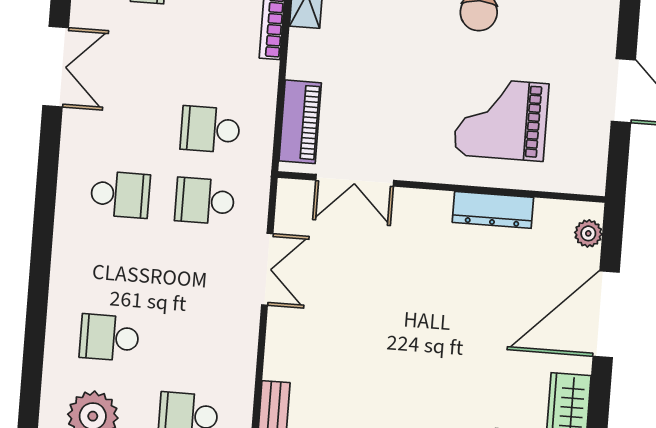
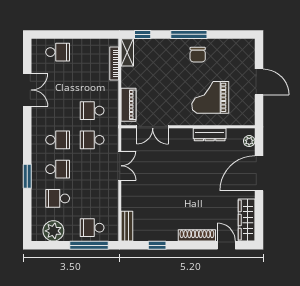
school desk: (115, 266) -> (58, 169), added
window: (39, 278) -> (27, 176), added

